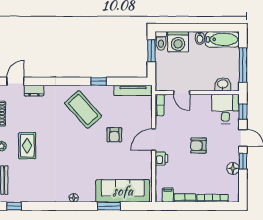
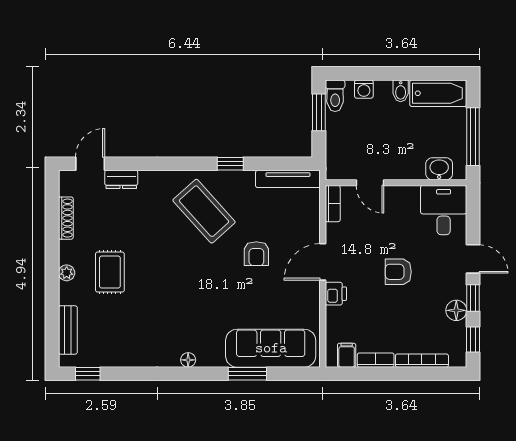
washing machine: (178, 42) -> (364, 89), width x0.53, depth x0.53
window: (243, 112) -> (473, 340), moved

